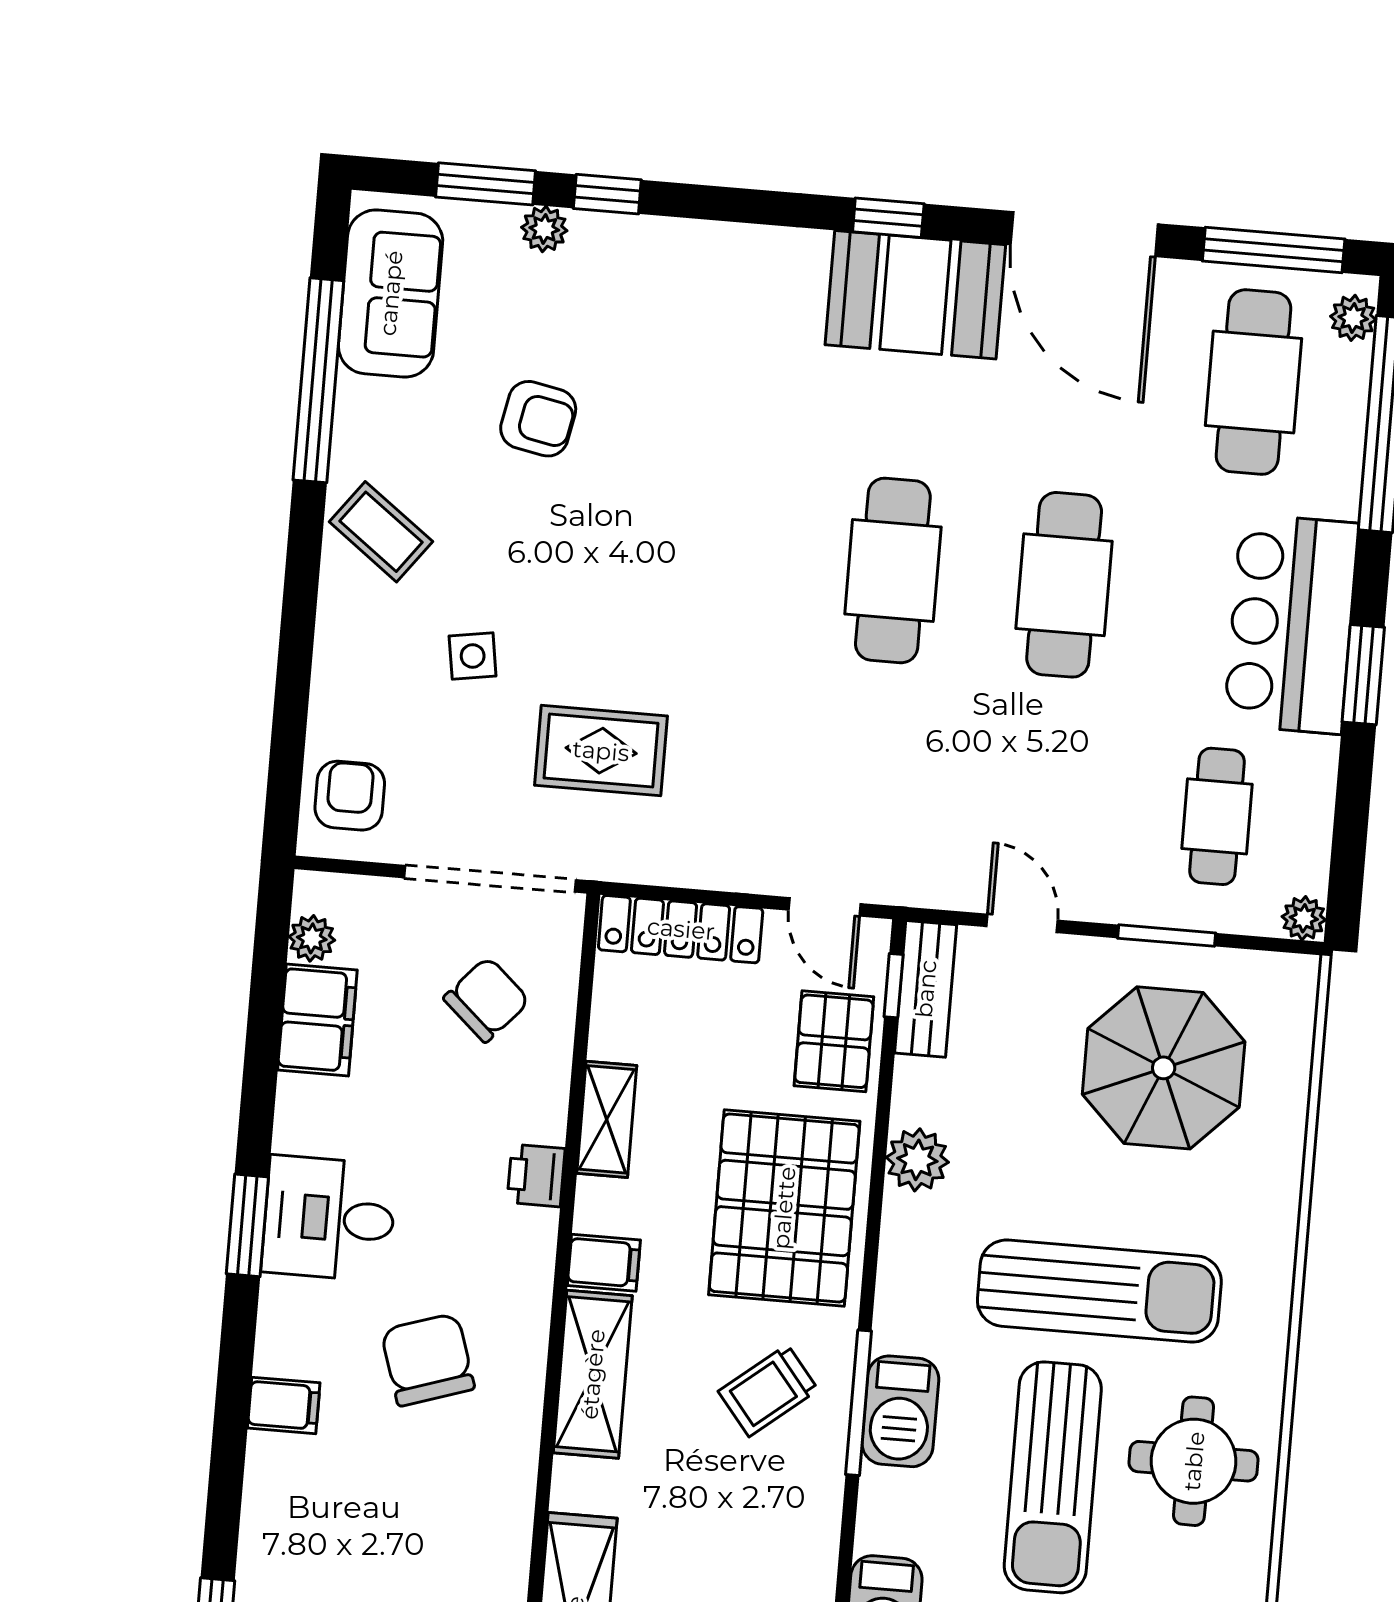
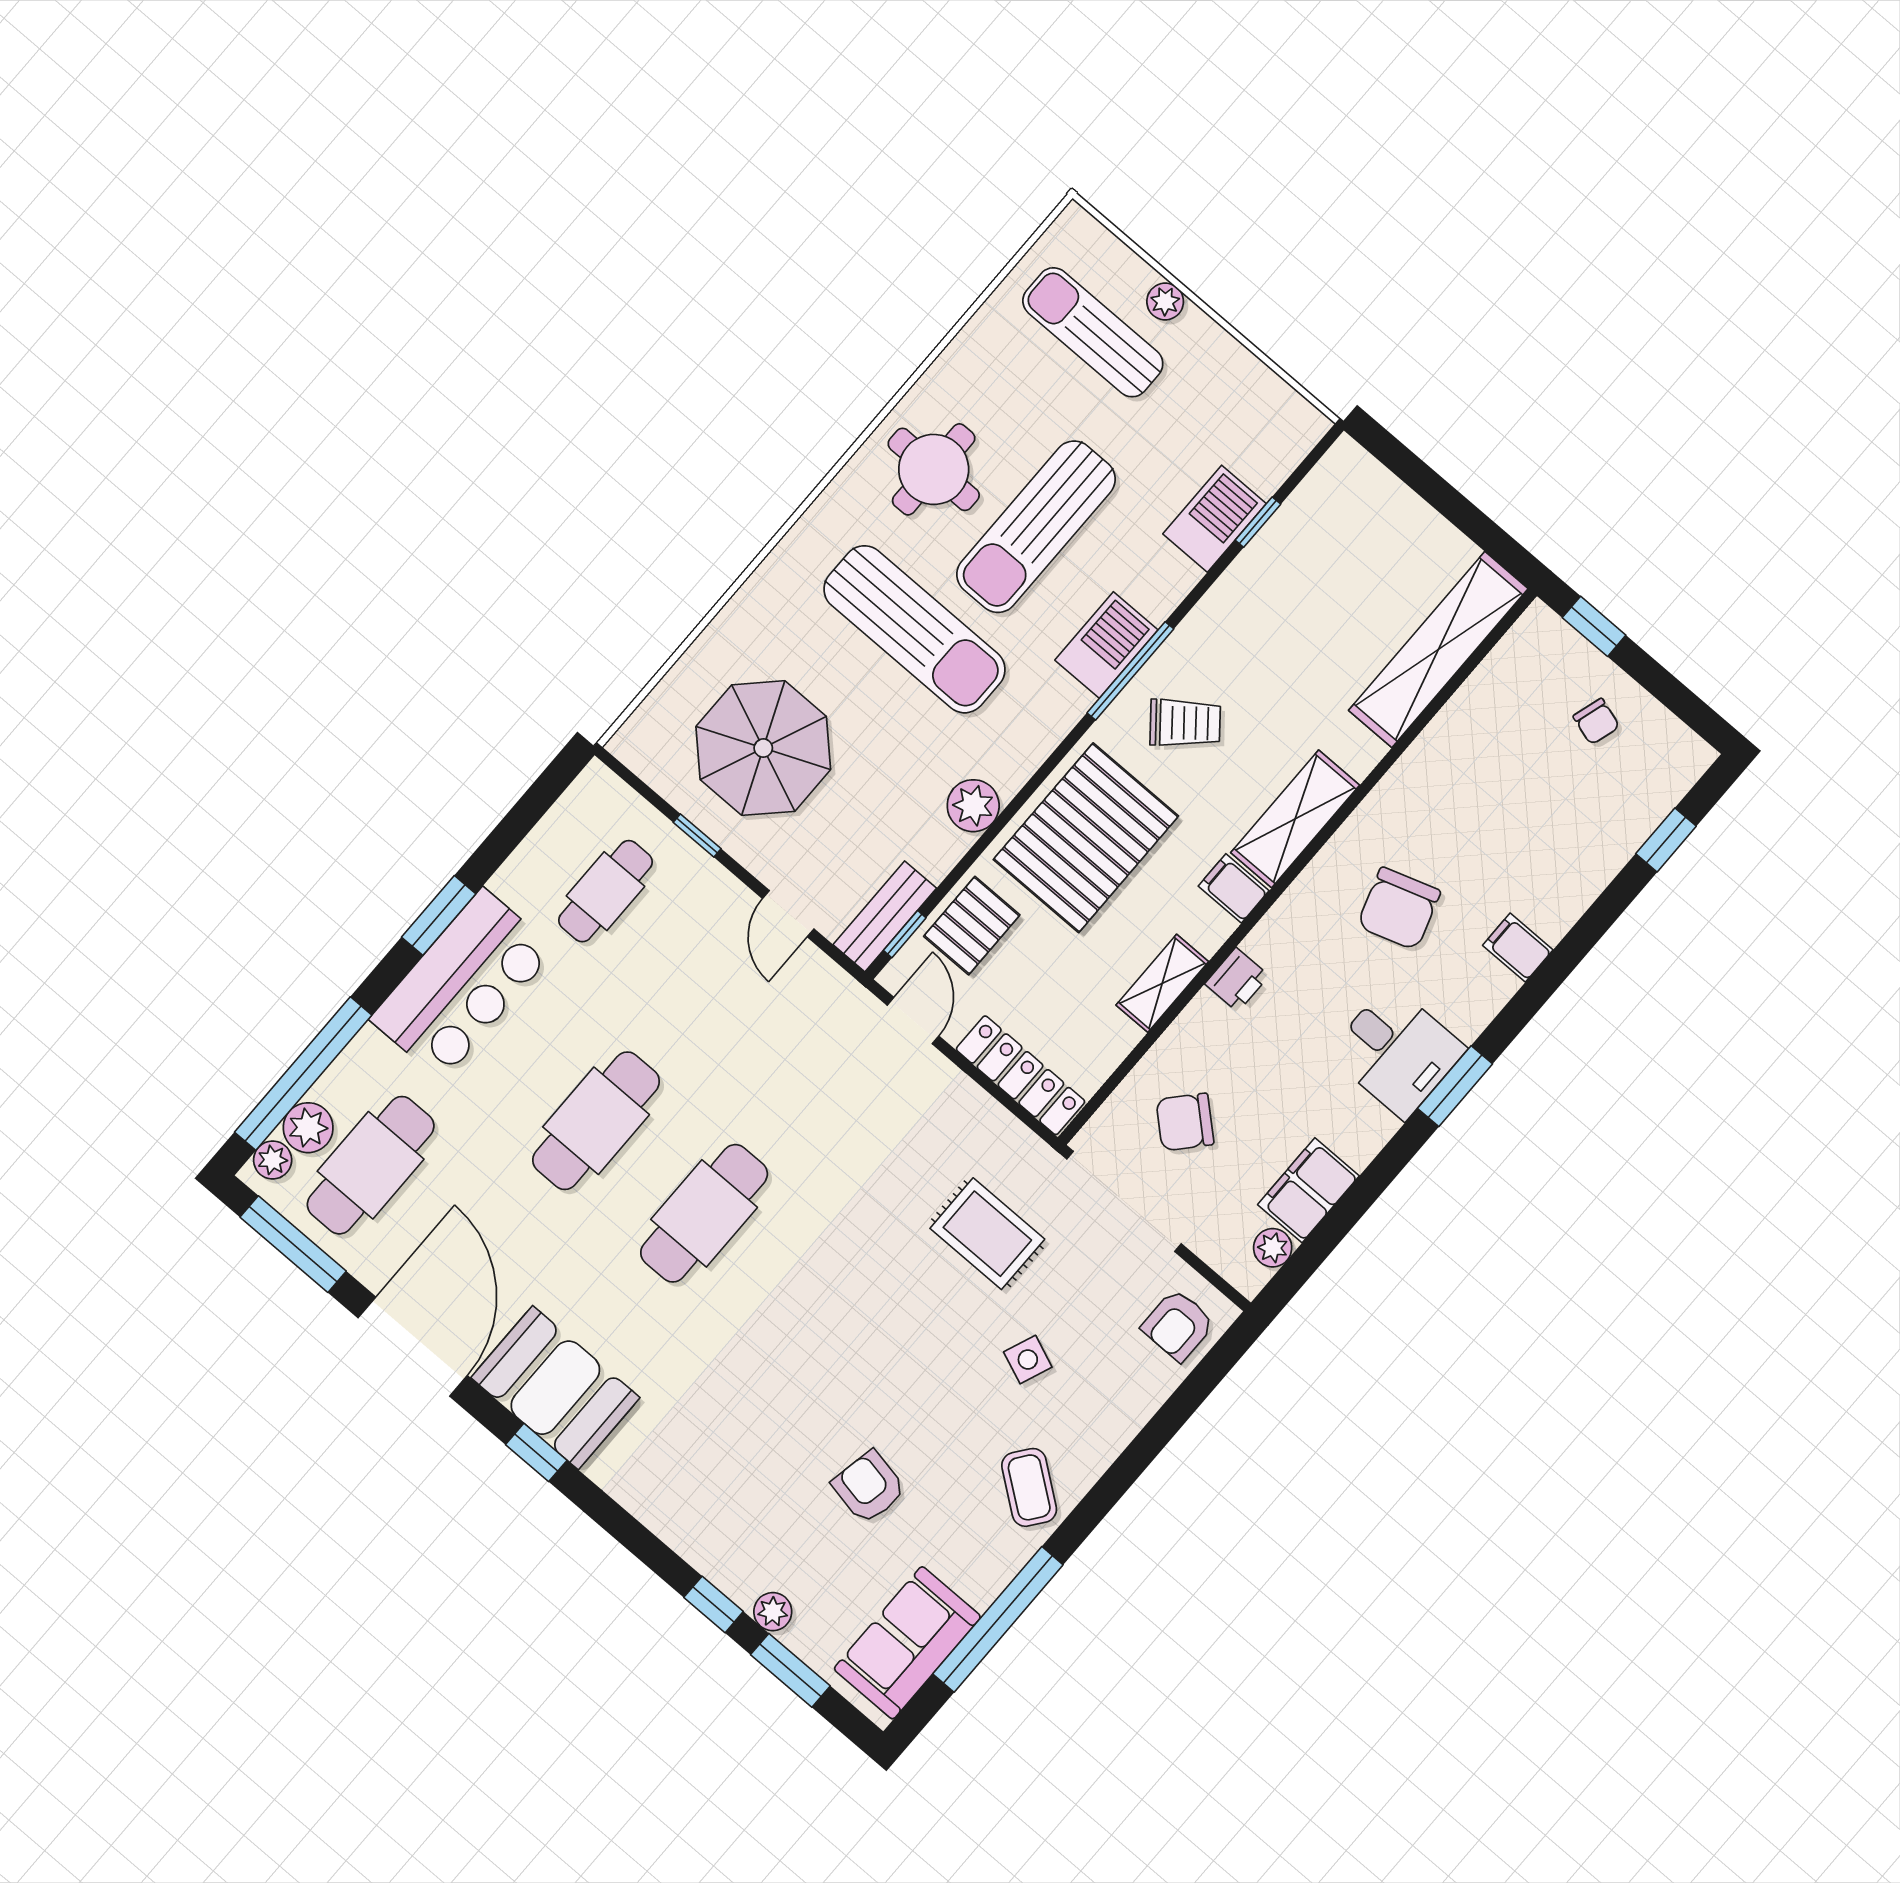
side table: (473, 656) -> (1028, 1360), turned 31
plant: (1304, 918) -> (308, 1128), moved, width x1.38, depth x1.38
window: (1167, 936) -> (697, 836), width x0.67
sun lounger: (1099, 1291) -> (914, 629), turned 180
sun lounger: (1053, 1477) -> (1036, 527), turned 180

